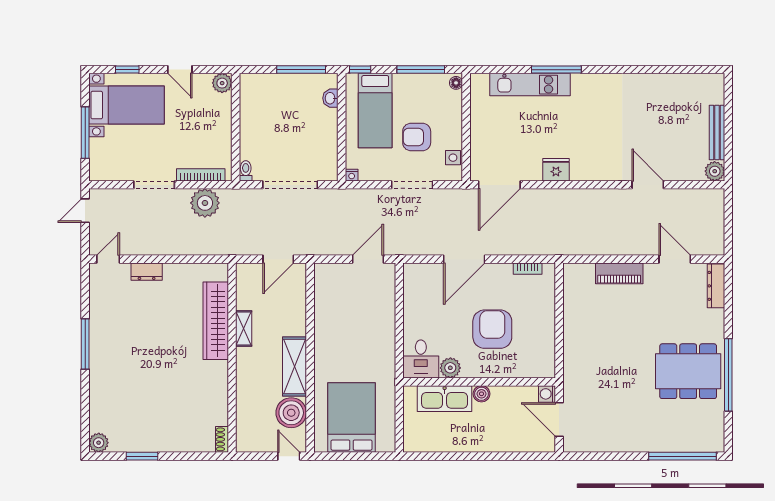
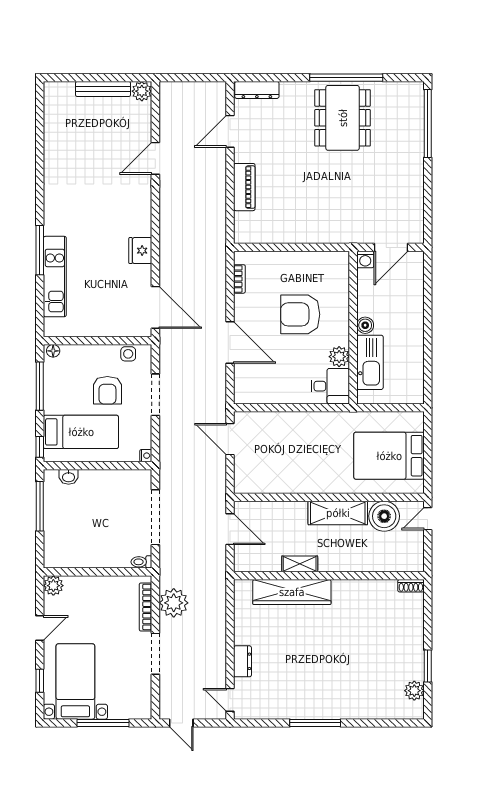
plant: (99, 443) -> (414, 691), moved

